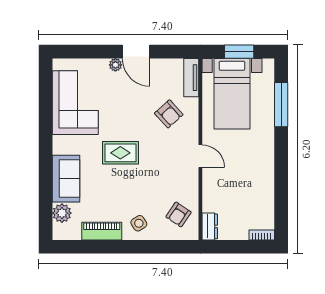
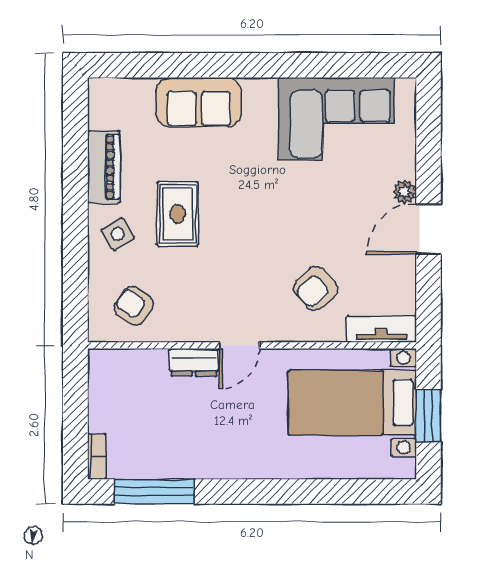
window: (281, 105) -> (154, 491), moved
rug: (120, 153) -> (178, 214), moved
plant: (62, 213) -> (136, 95), removed
dresser: (210, 226) -> (194, 362), moved

